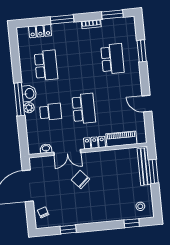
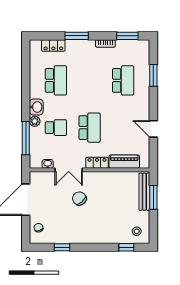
window: (19, 99) -> (26, 138), moved

